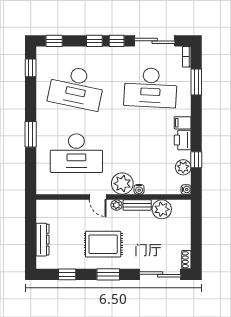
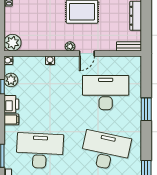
plant: (122, 184) -> (65, 66), removed
door: (98, 197) -> (87, 54), swing flipped
bench: (137, 205) -> (129, 46), moved
plant: (162, 209) -> (12, 43), moved

